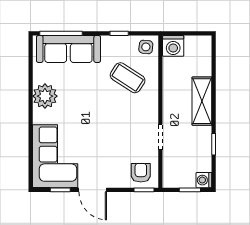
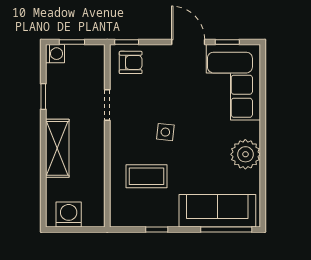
washing machine: (173, 46) -> (69, 214), moved
side table: (146, 47) -> (165, 132), moved
coffee table: (128, 78) -> (146, 176), turned -33
armchair: (141, 173) -> (131, 62), turned -90

